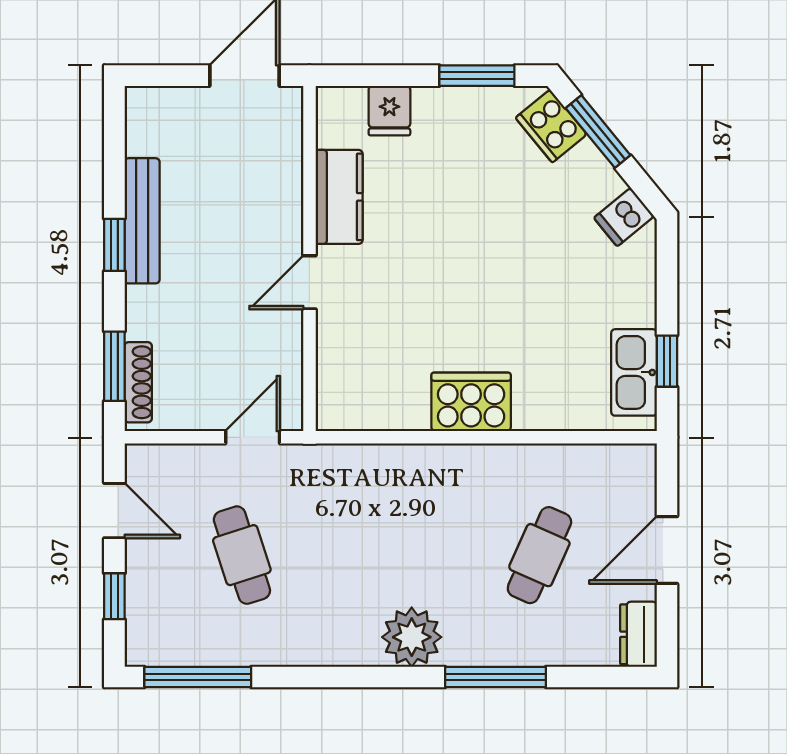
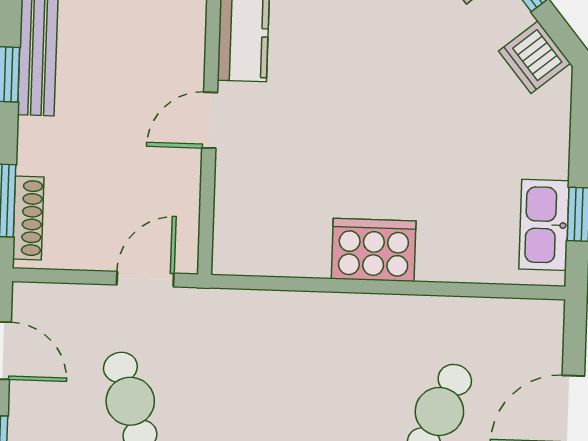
dishwasher: (624, 217) -> (534, 57), width x1.38

